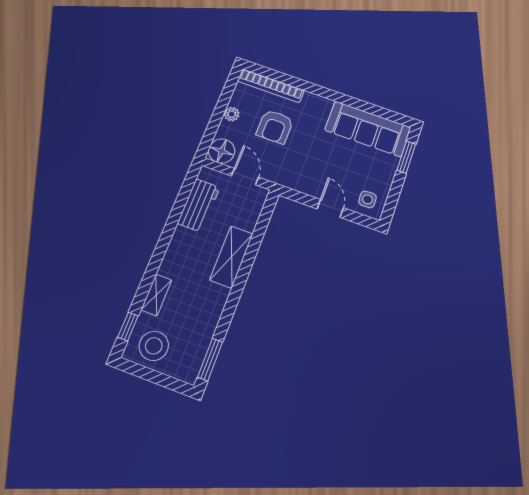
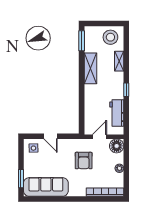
armchair: (275, 127) -> (84, 161), moved, turned 180
door: (245, 177) -> (100, 137), swing flipped
shelving: (231, 257) -> (90, 68), moved
window: (128, 327) -> (126, 90), moved

